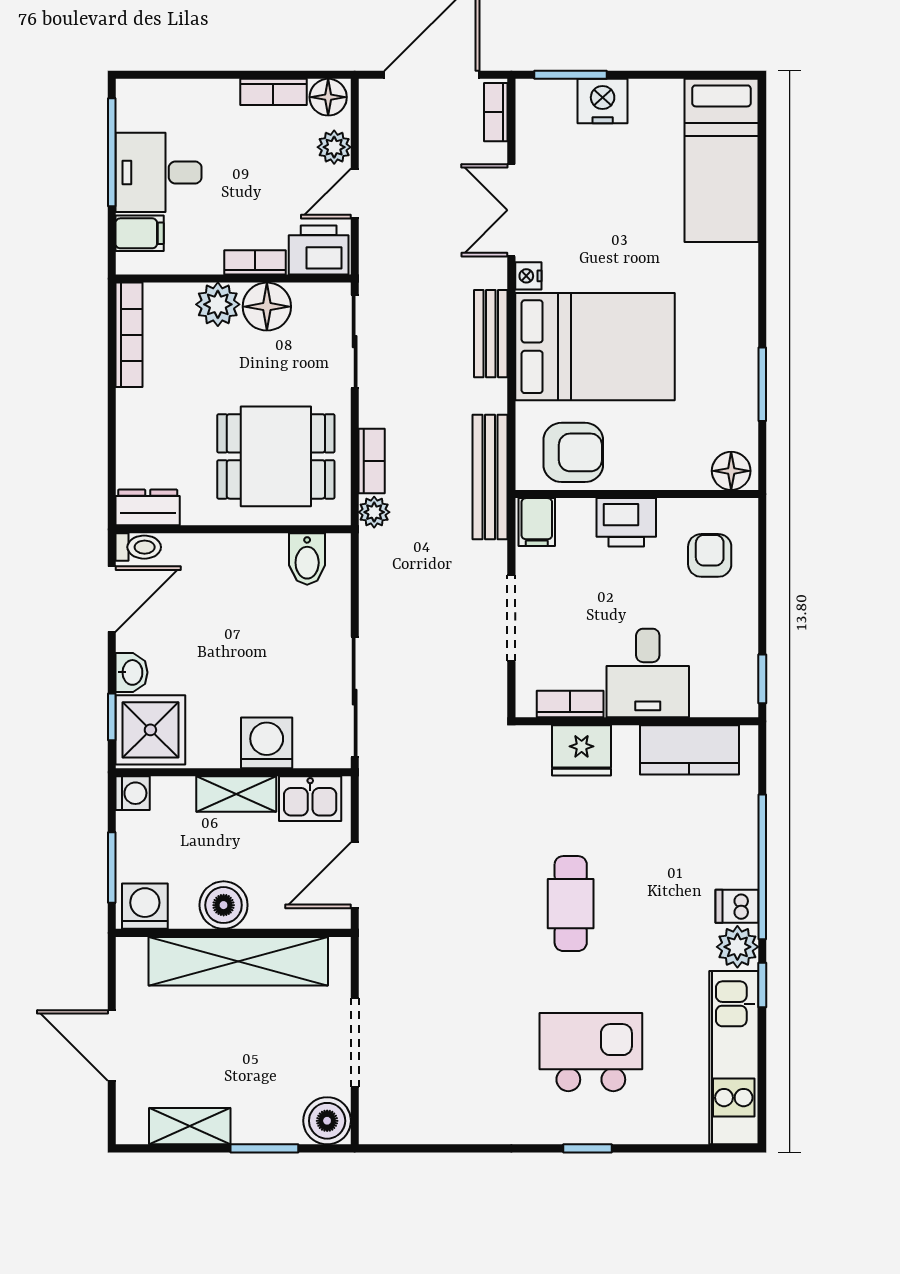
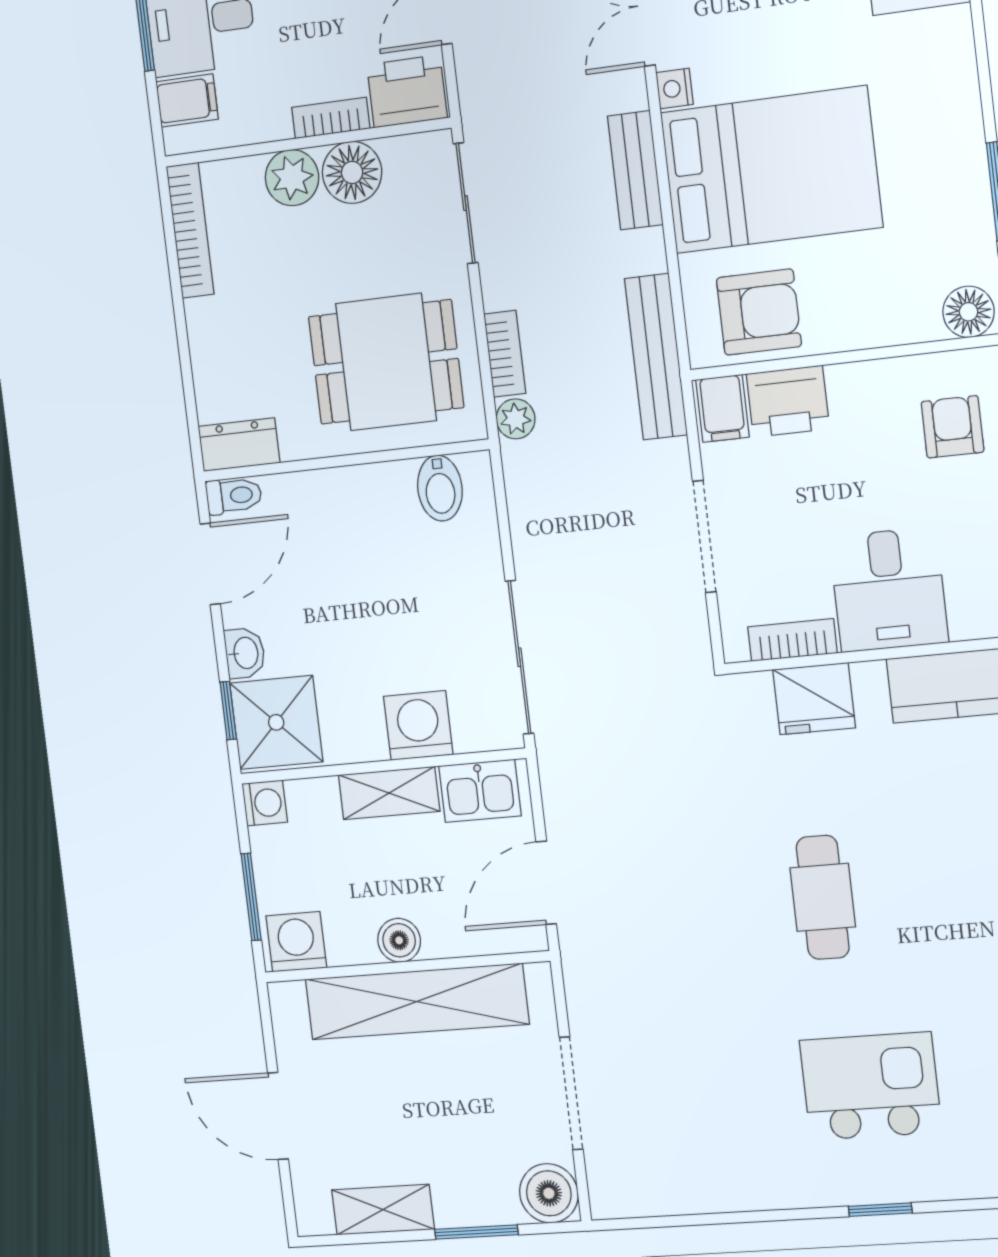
printer: (626, 522) -> (788, 401), moved
boiler: (224, 905) -> (399, 940), width x0.73, depth x0.73

